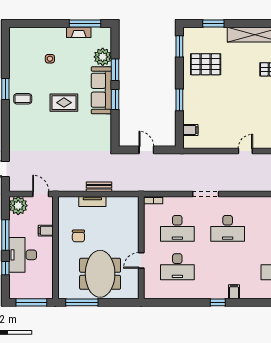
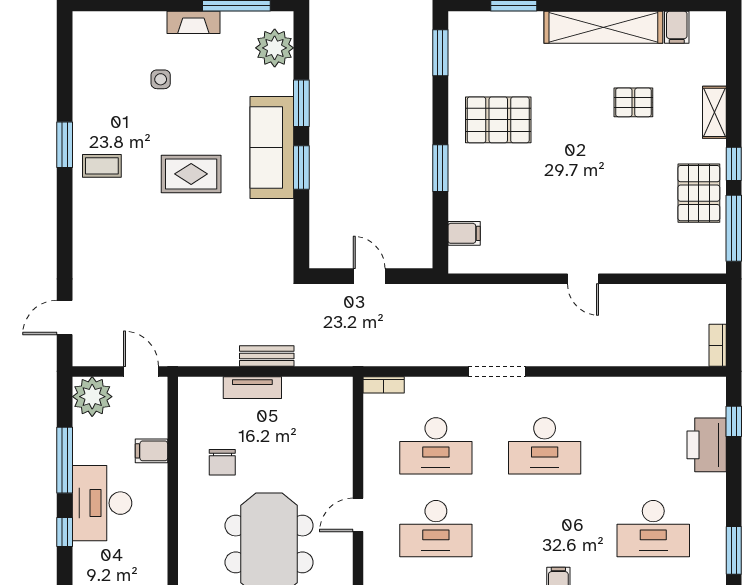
fireplace: (79, 32) -> (193, 22), moved
plant: (103, 57) -> (275, 48), moved
pallet: (206, 64) -> (498, 120), moved
door: (245, 151) -> (583, 279), swing flipped

